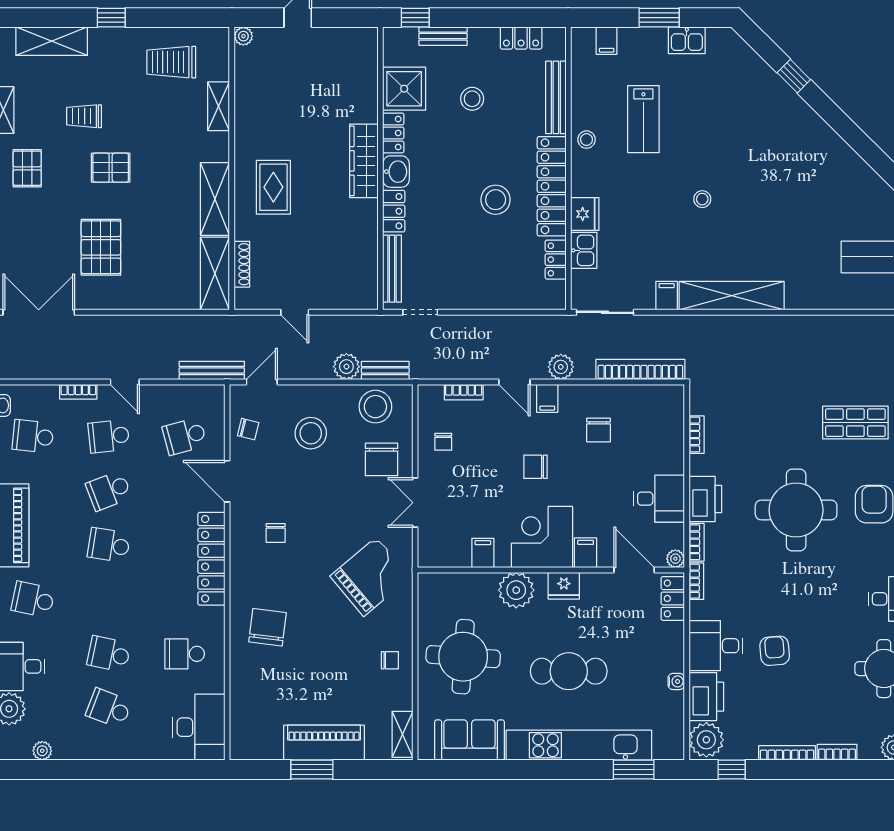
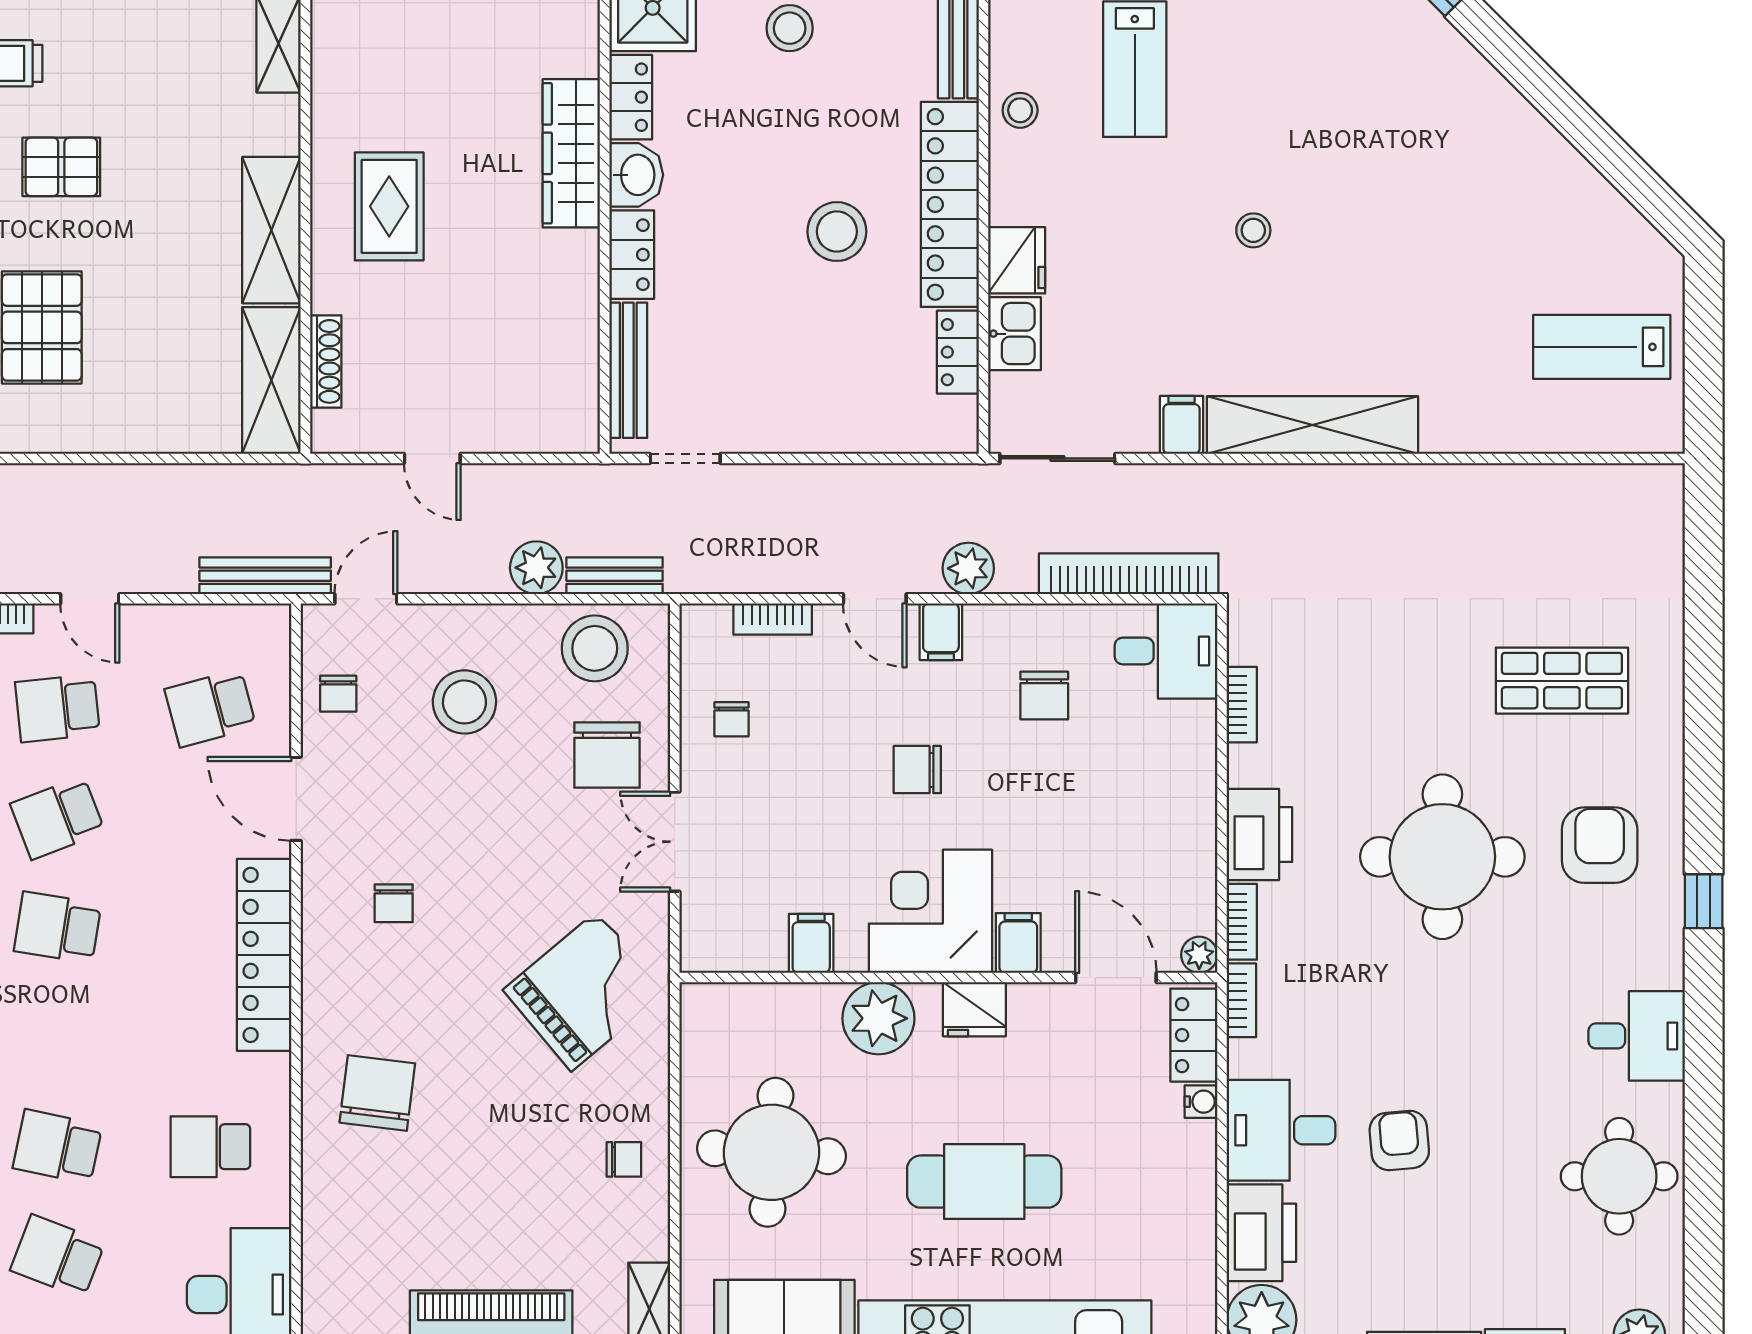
chair: (248, 429) -> (338, 694), turned 76
desk: (659, 499) -> (1166, 651), moved
water cooler: (676, 681) -> (1201, 1102), moved

